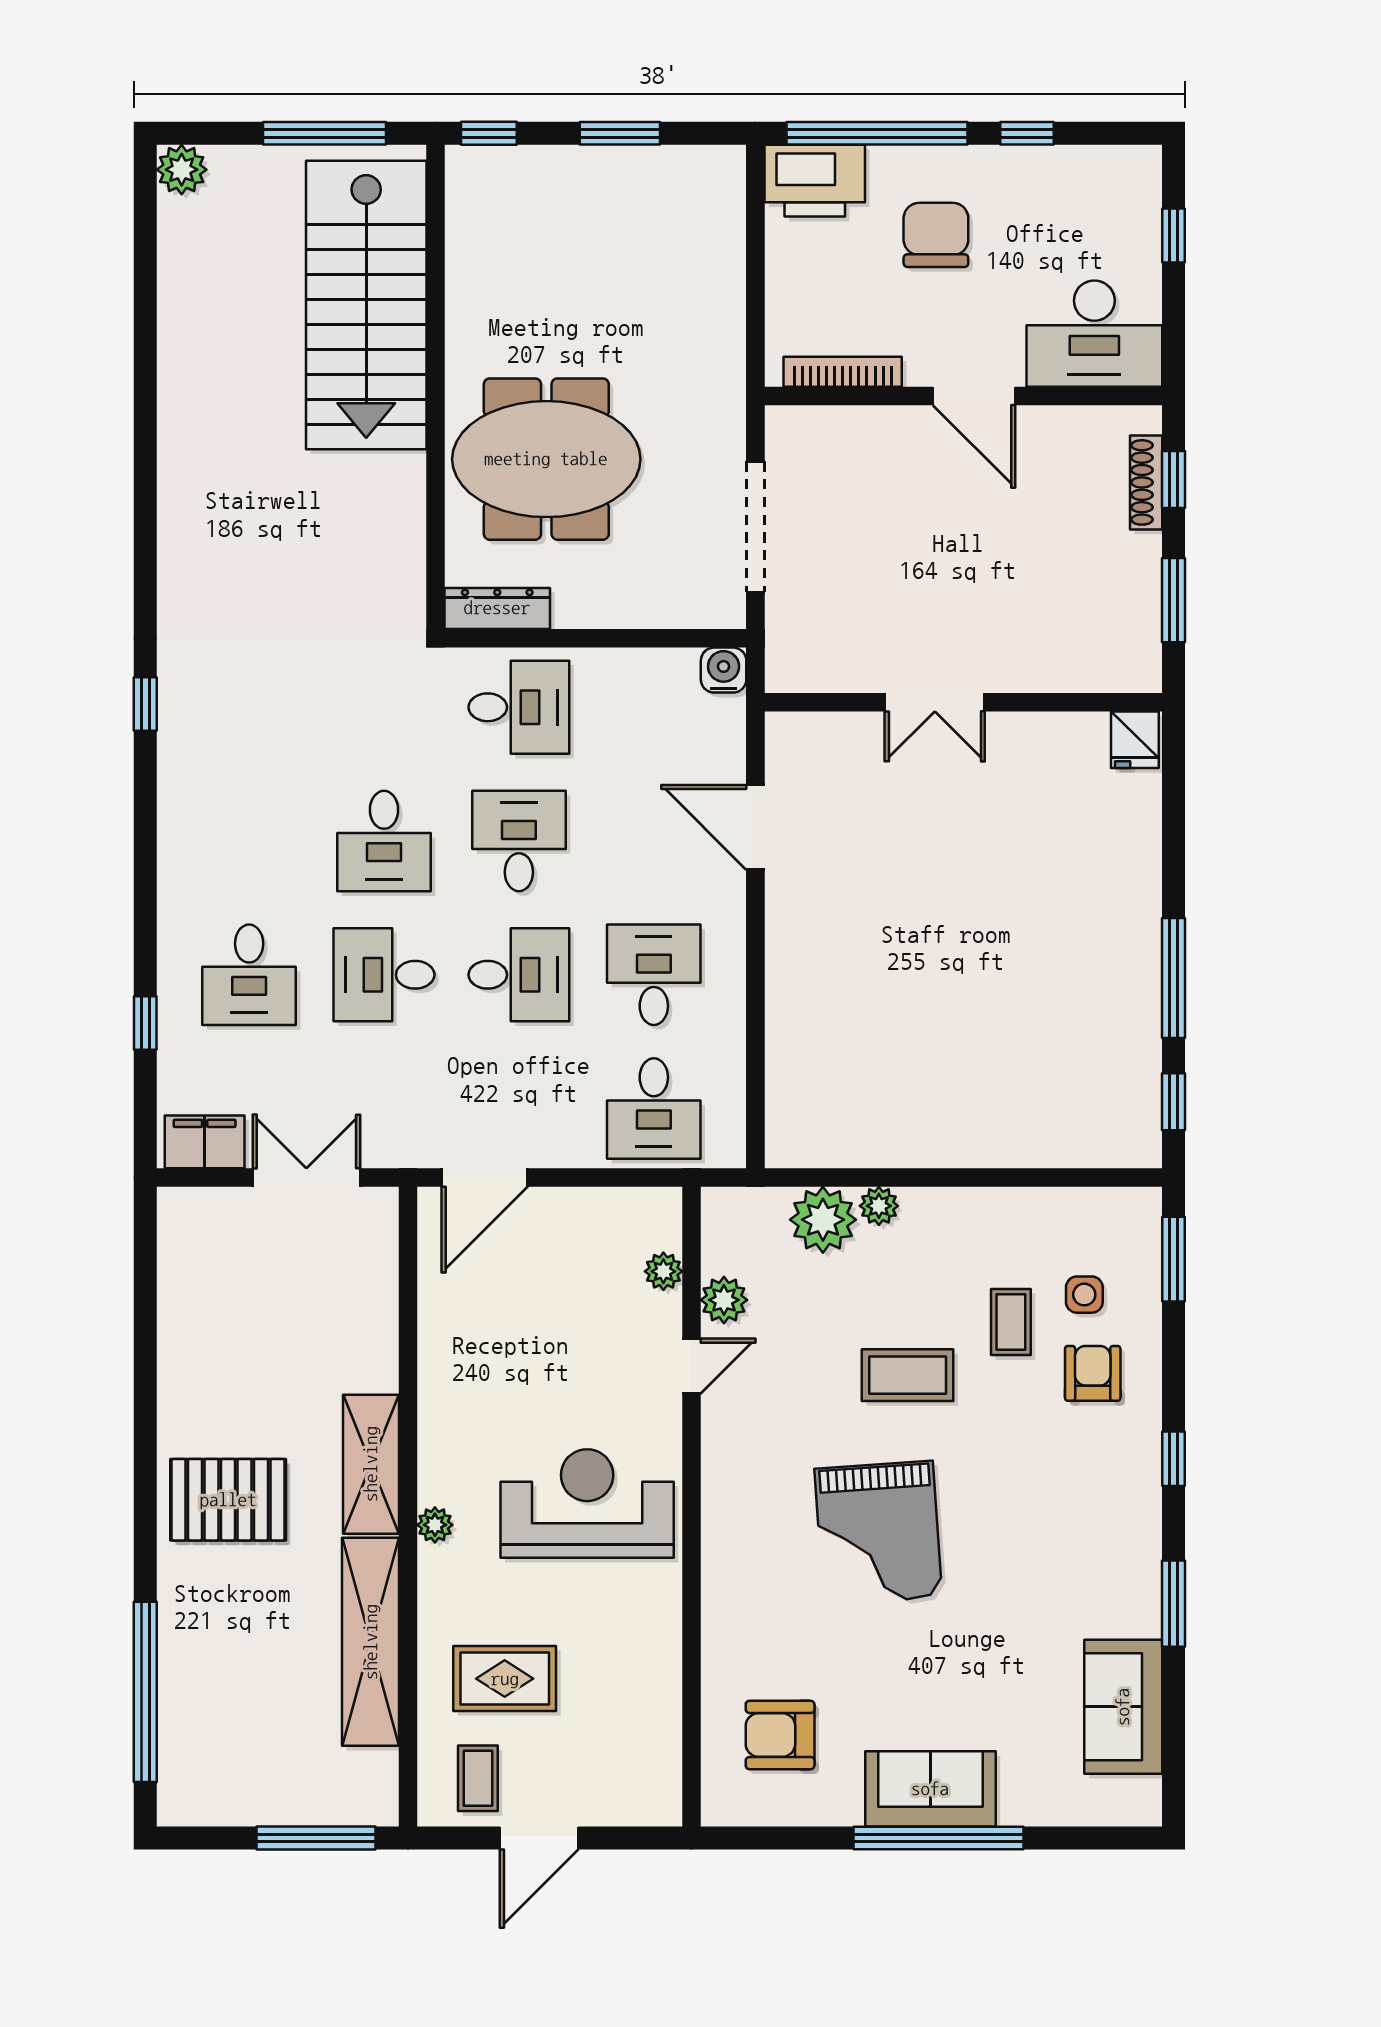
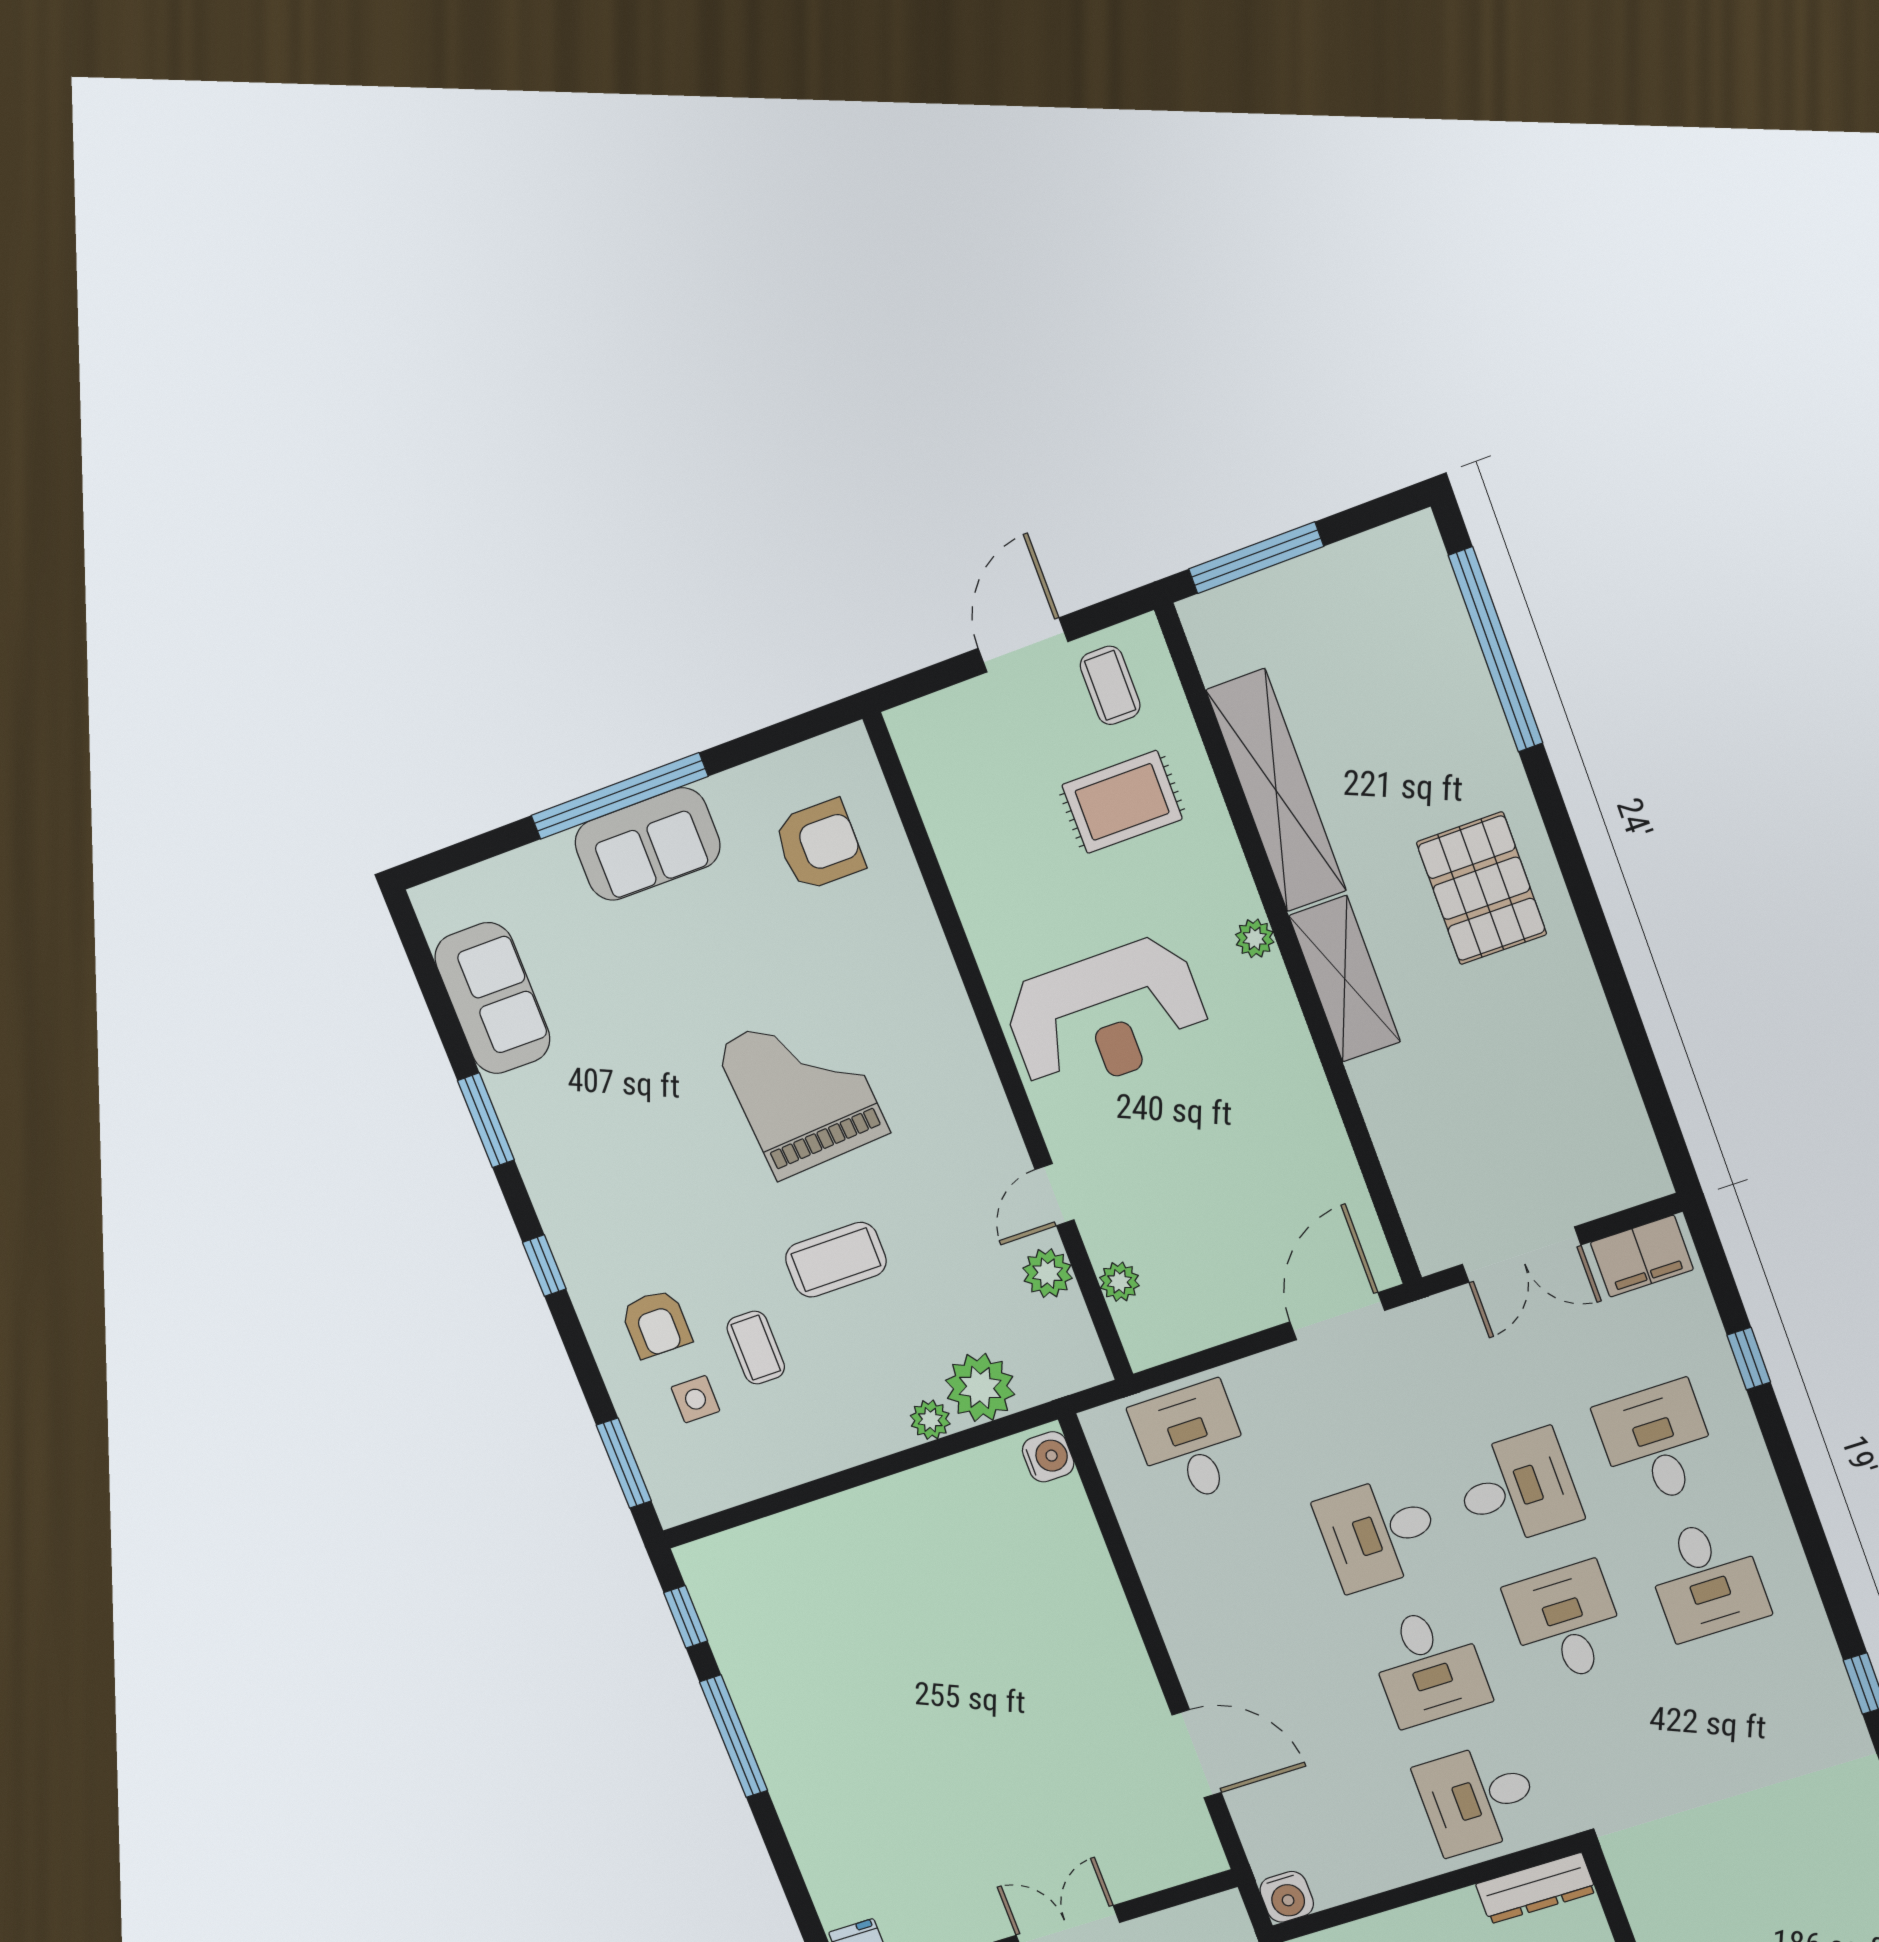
desk: (654, 975) -> (1706, 1579), moved
water cooler: (786, 1138) -> (1048, 1457), added
pallet: (228, 1500) -> (1481, 888), turned 90

